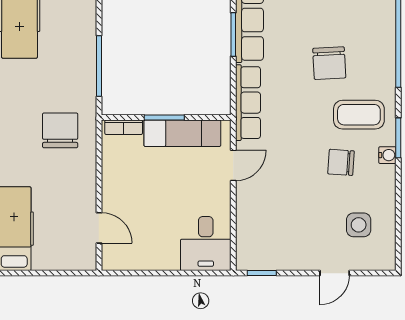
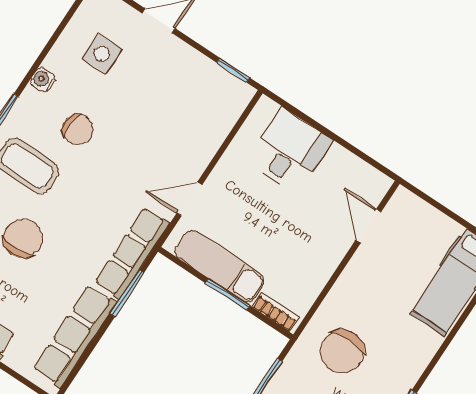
window: (233, 35) -> (127, 293), moved
water cooler: (387, 155) -> (43, 80), moved
desk: (206, 244) -> (290, 151), moved

